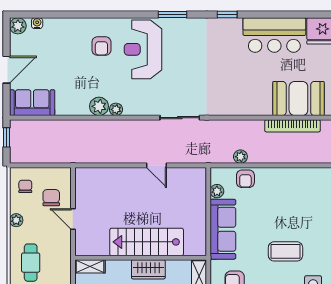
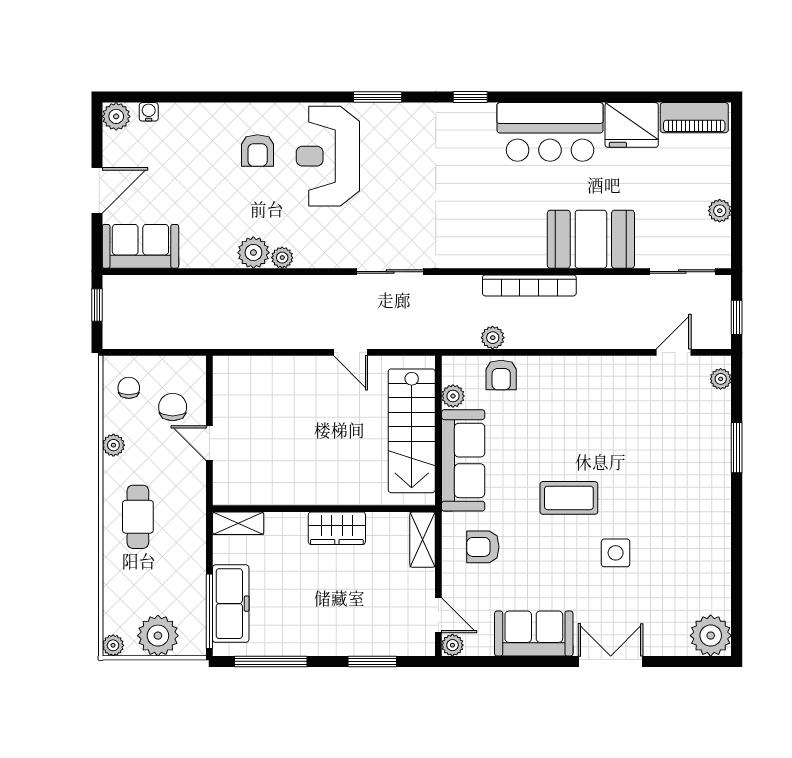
bookcase: (293, 126) -> (529, 285), moved
stairs: (147, 242) -> (412, 431), moved, turned -90

